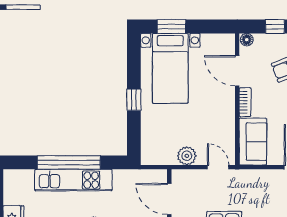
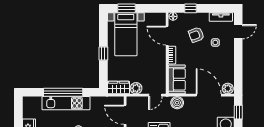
wardrobe: (158, 155) -> (119, 88), added
door: (218, 167) -> (155, 95), swing flipped
boiler: (253, 179) -> (177, 103), added

